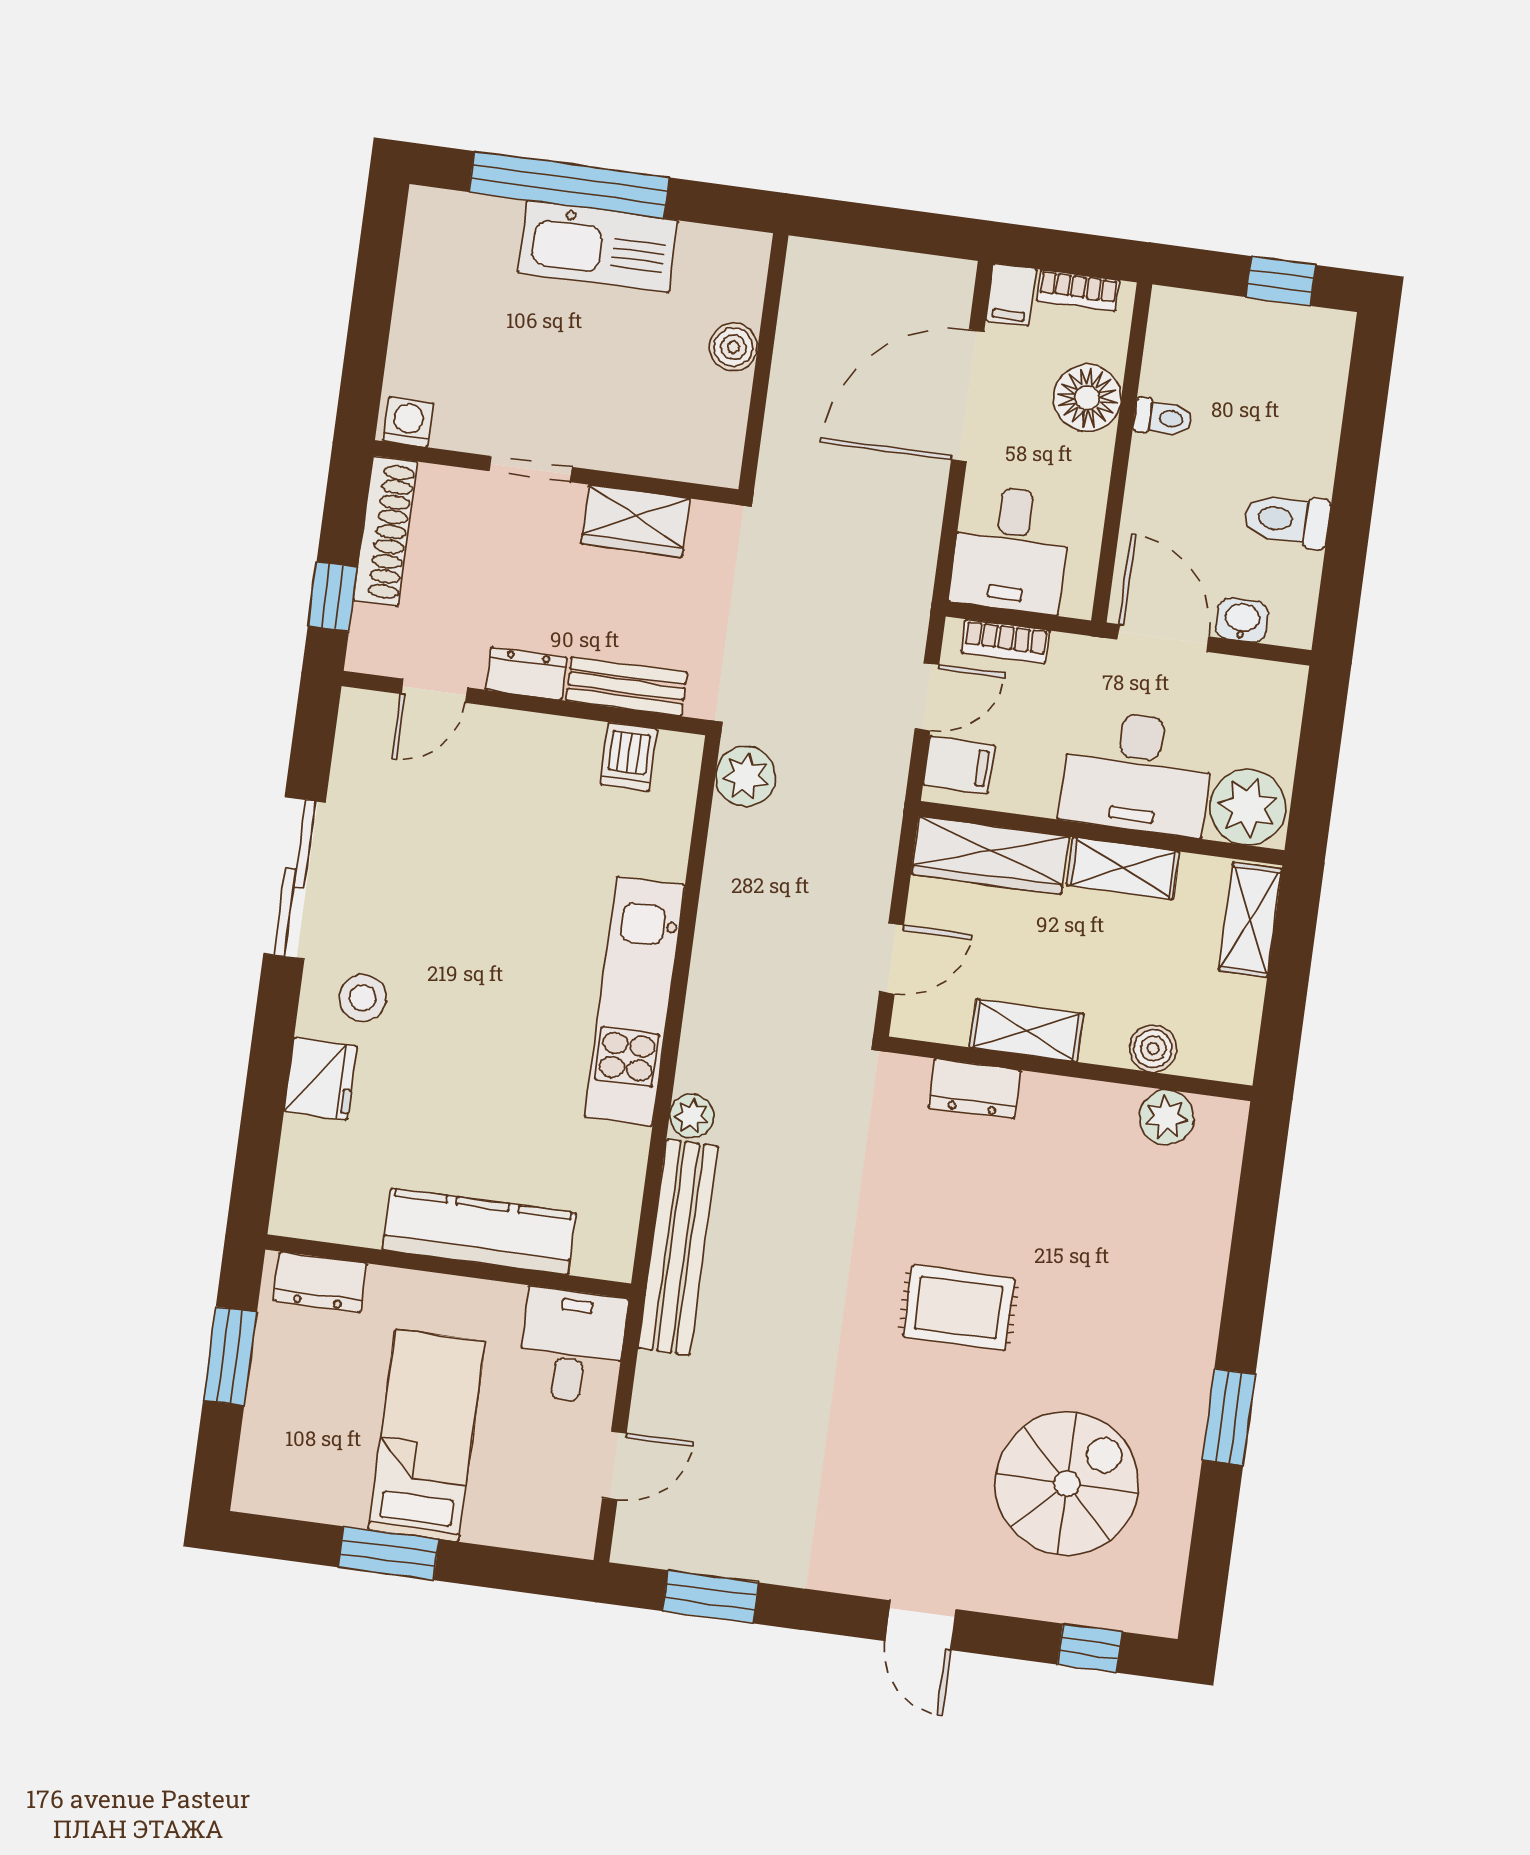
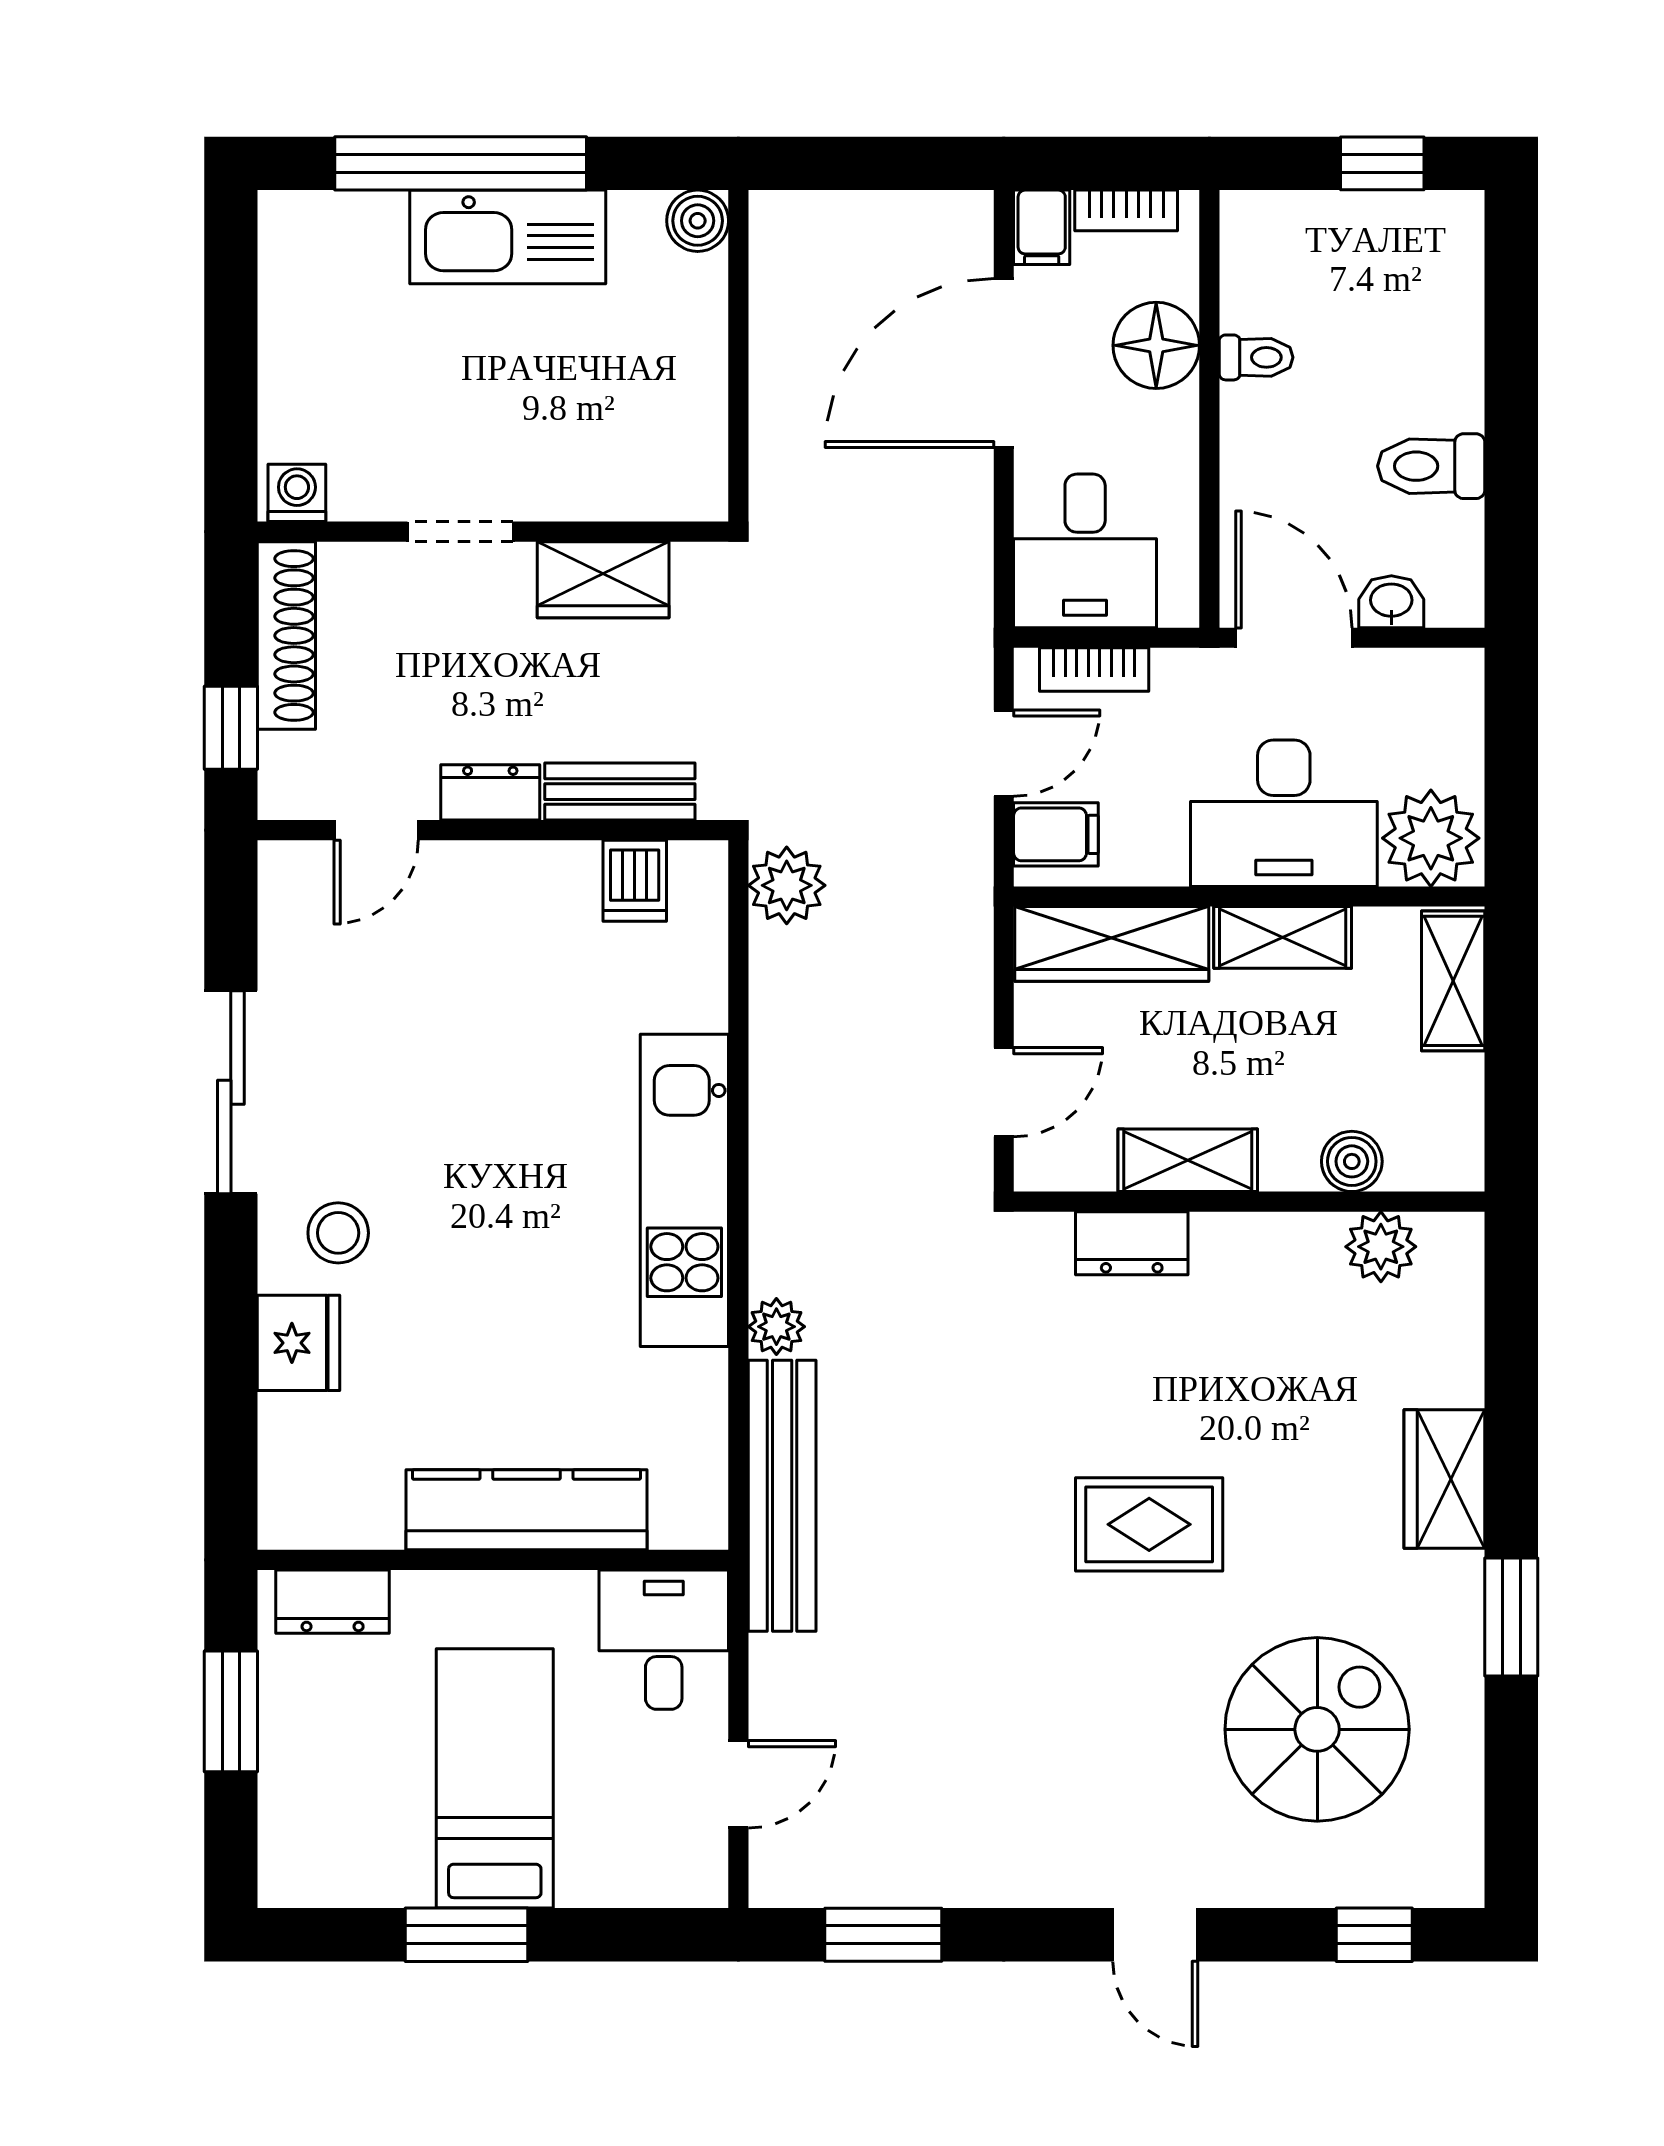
boiler: (733, 347) -> (698, 221), moved
wardrobe: (1191, 1303) -> (1444, 1479), added

